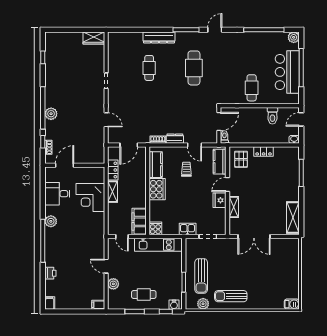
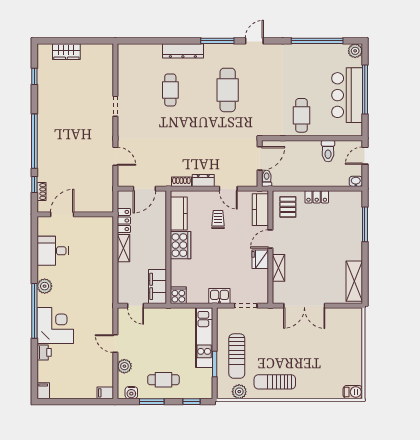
wardrobe: (94, 38) -> (66, 52), moved
plant: (51, 114) -> (45, 148), removed
corner desk: (90, 197) -> (55, 326), moved, turned 180
kitchen unit: (158, 245) -> (204, 338), moved, turned 90
water cooler: (174, 305) -> (131, 393), moved

